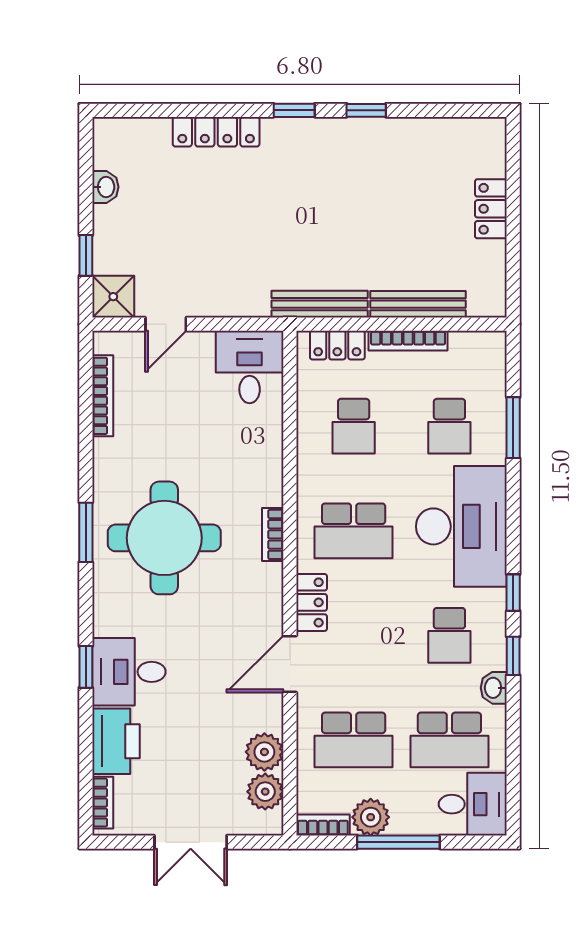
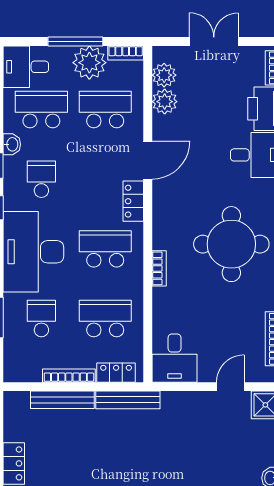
school desk: (354, 426) -> (105, 319), width x1.85
bookcase: (273, 534) -> (159, 268), moved
plant: (371, 817) -> (89, 63), width x1.36, depth x1.36

